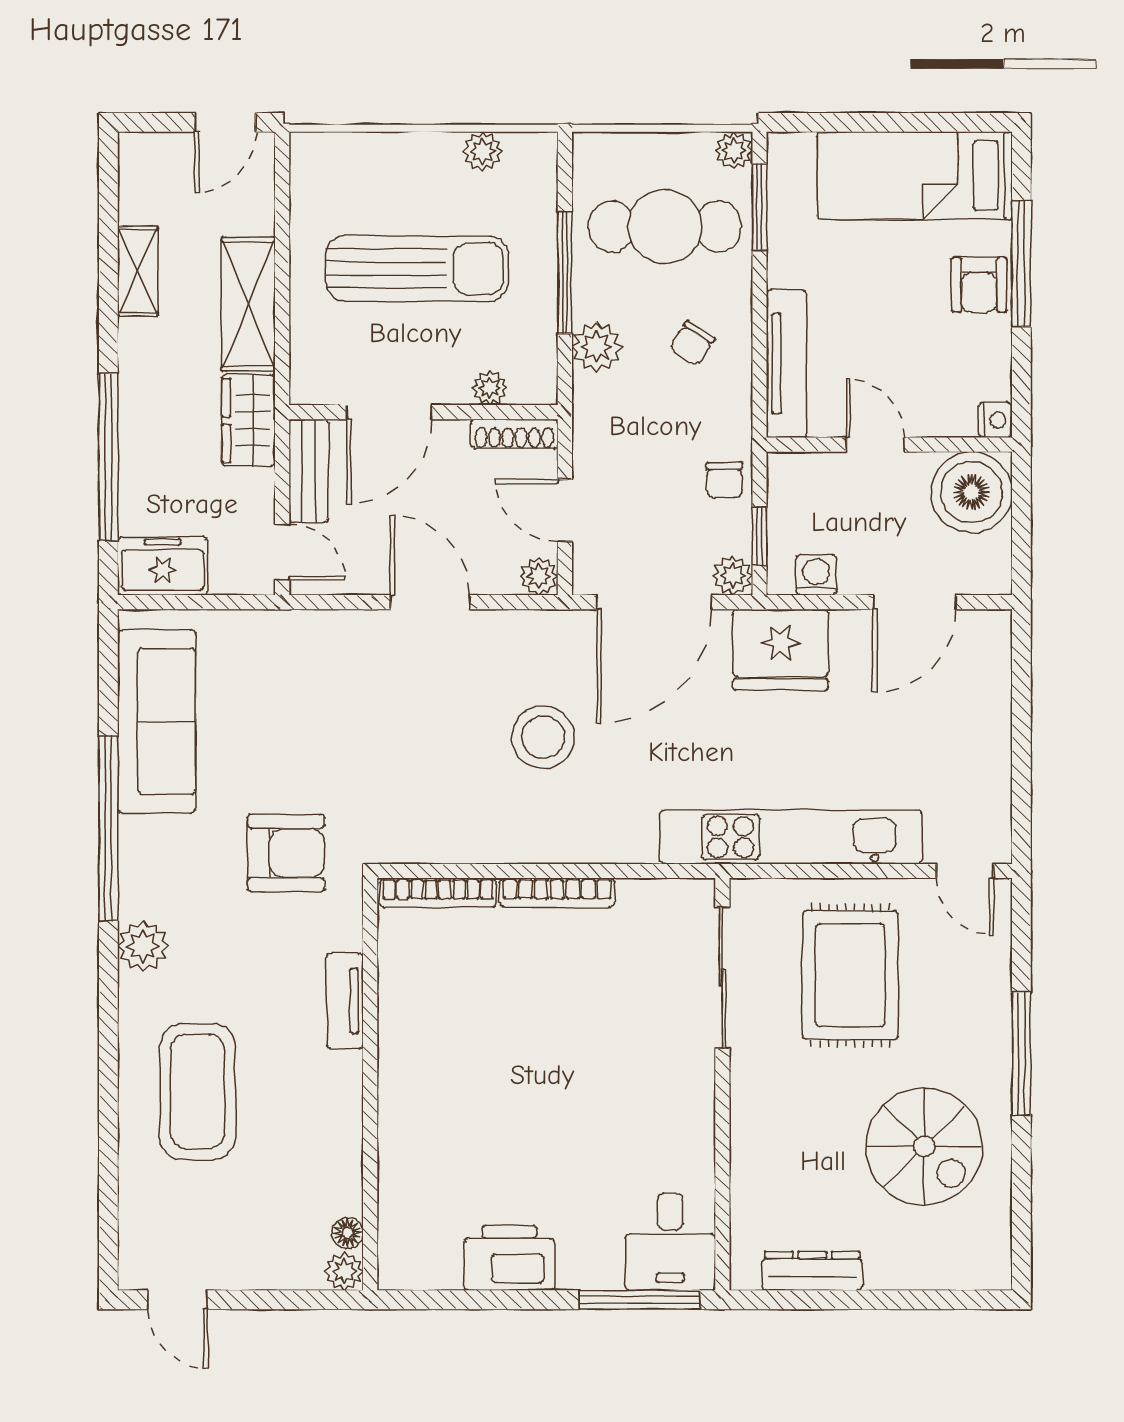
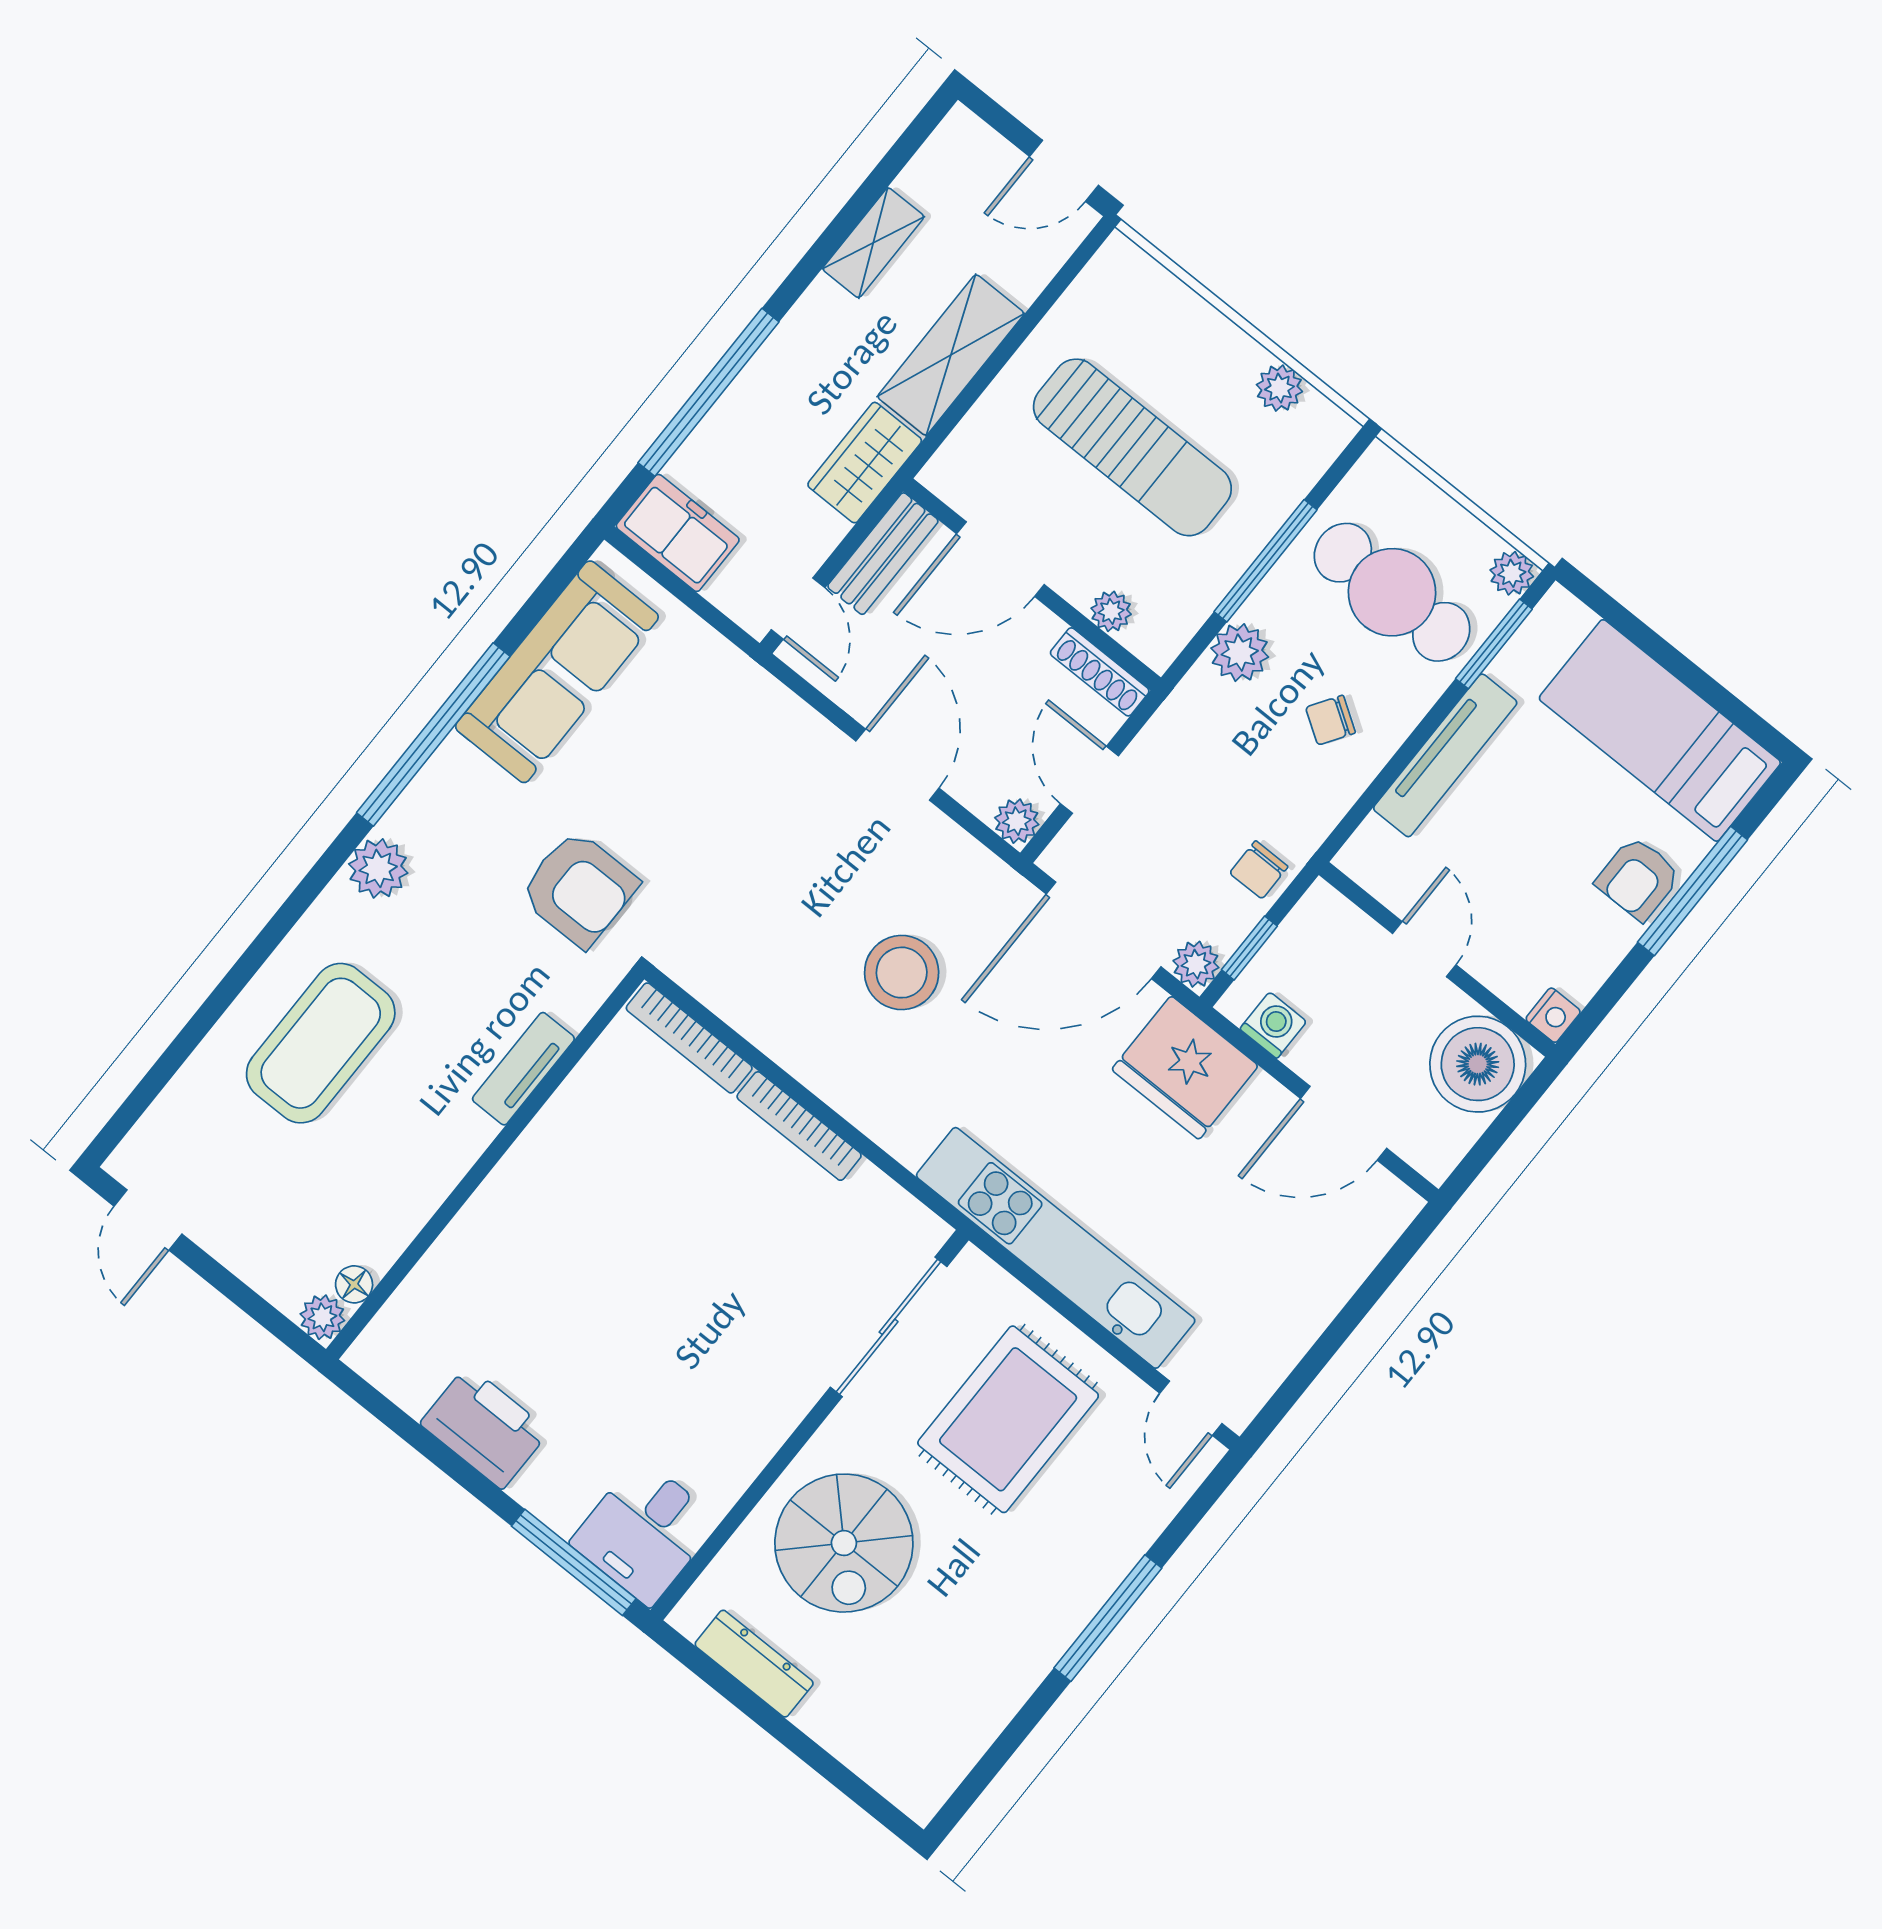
tv unit: (786, 364) -> (1445, 755), moved
spiral stairs: (924, 1146) -> (844, 1543), moved

